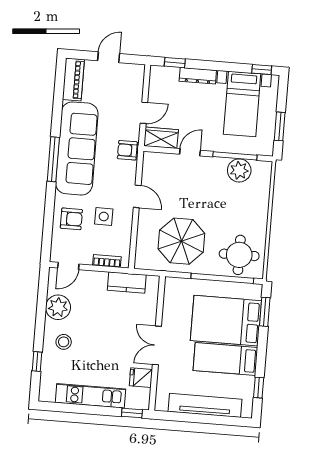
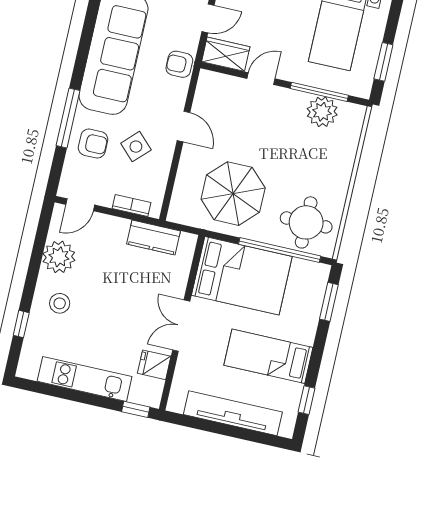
window: (53, 159) -> (68, 118), moved
side table: (104, 216) -> (136, 147), turned 45
bed: (226, 321) -> (242, 276), moved, turned 180

